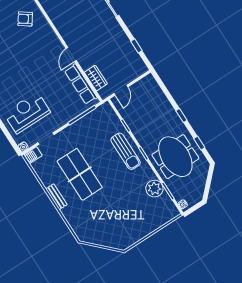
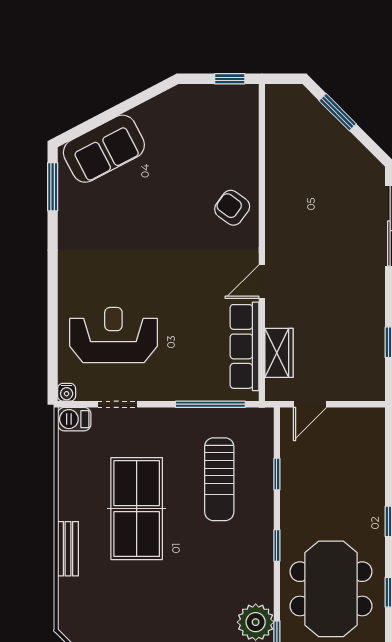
armchair: (25, 19) -> (232, 208), moved
sun lounger: (126, 151) -> (219, 479), moved
bench: (56, 197) -> (68, 549), moved

